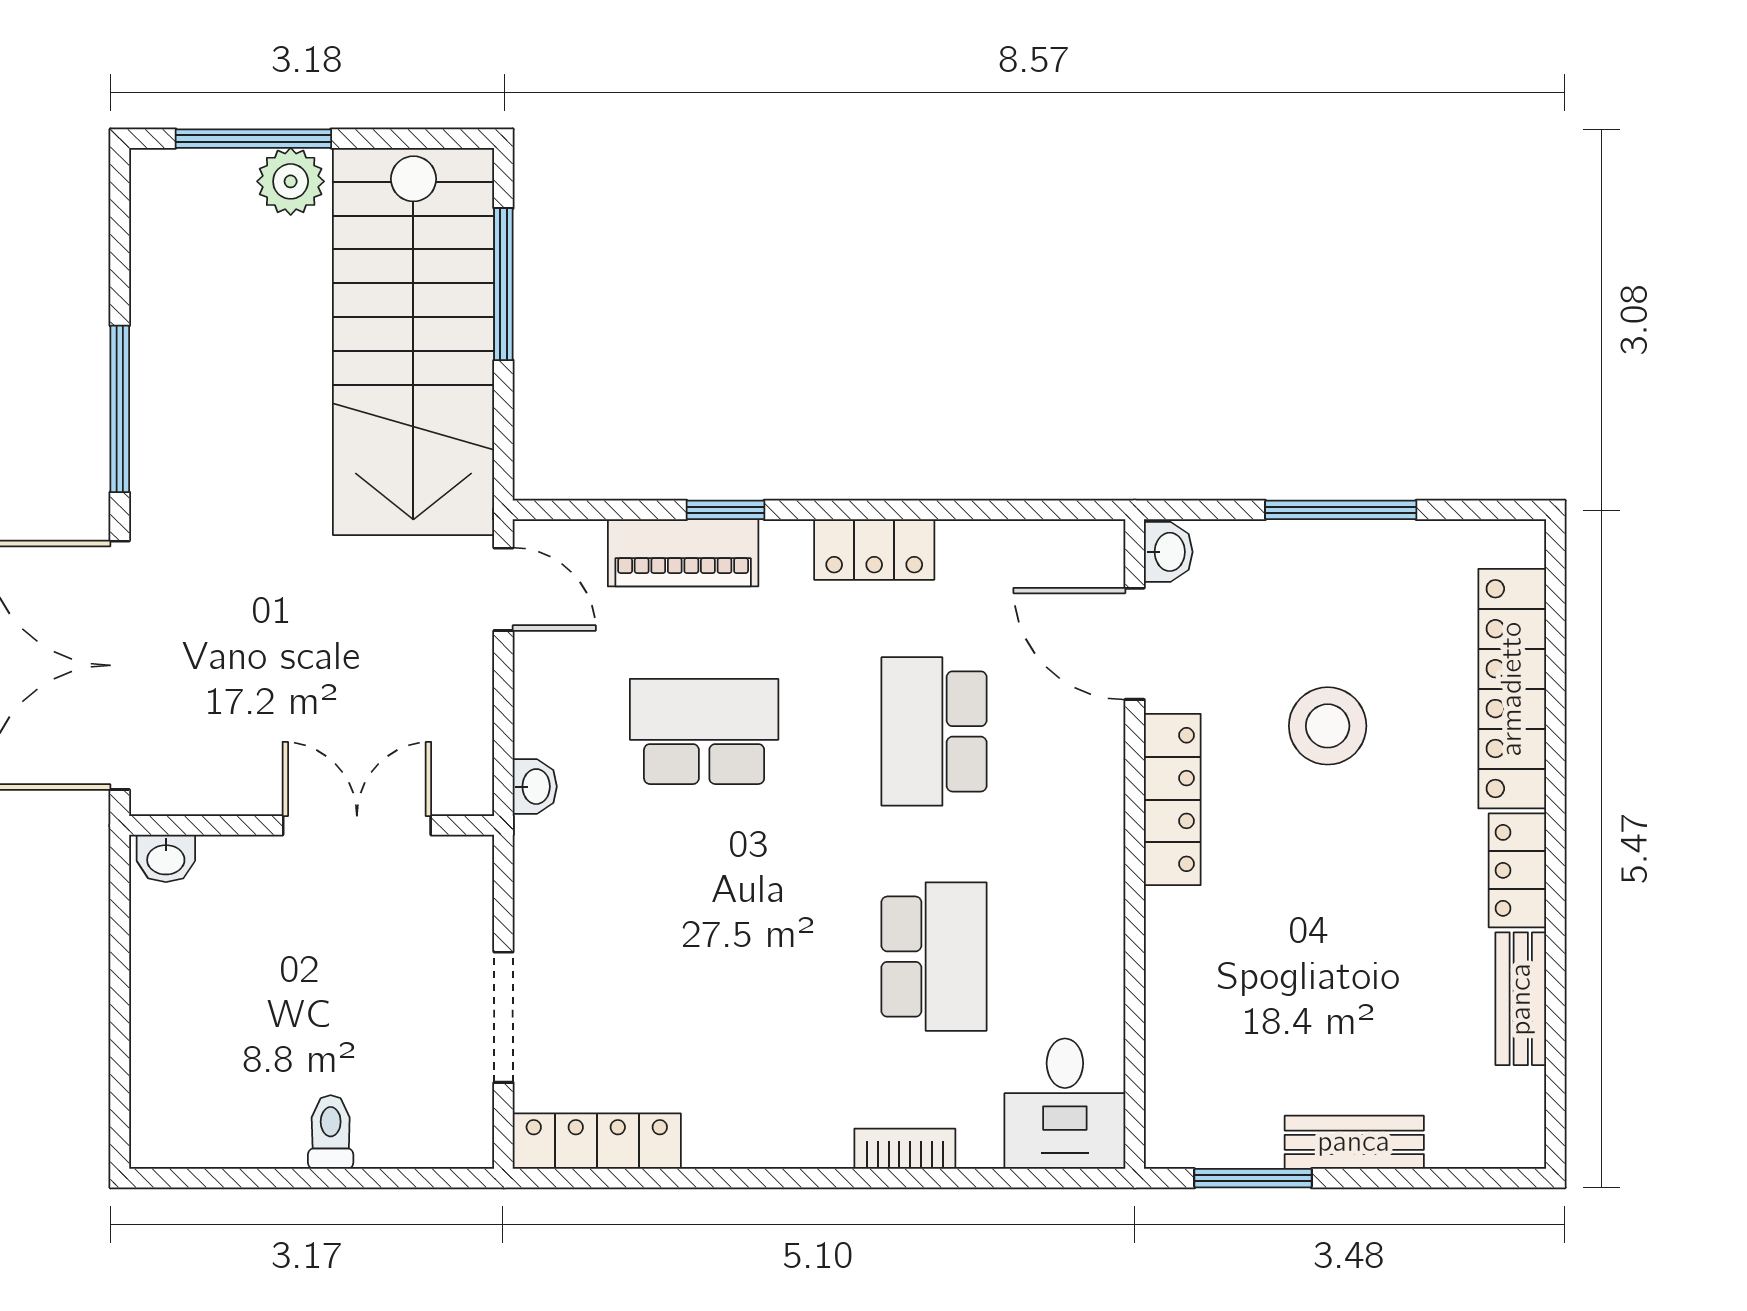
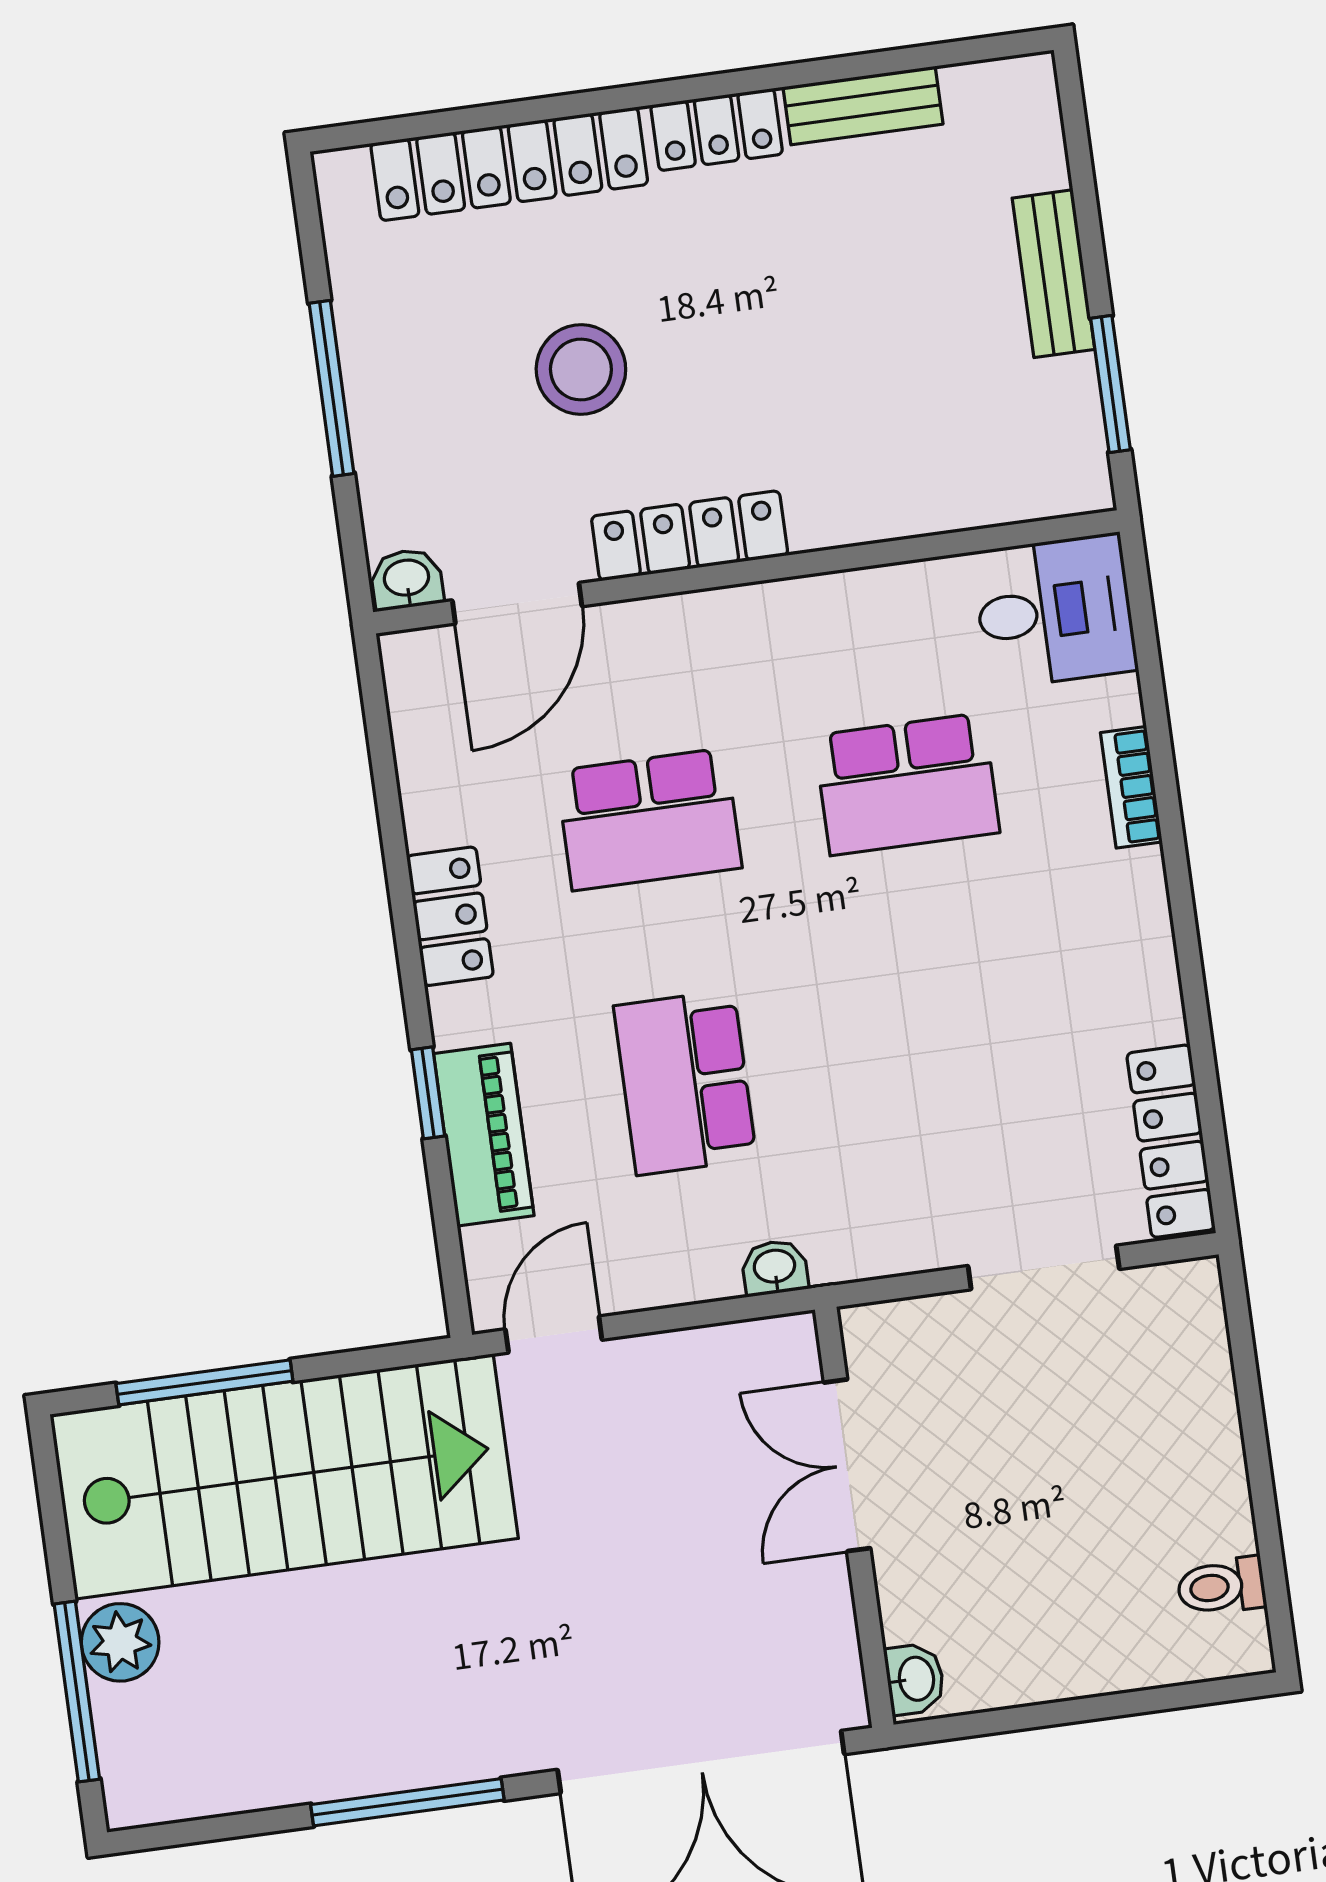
school desk: (934, 957) -> (907, 784), turned 180
toilet: (331, 1132) -> (1221, 1586), moved

